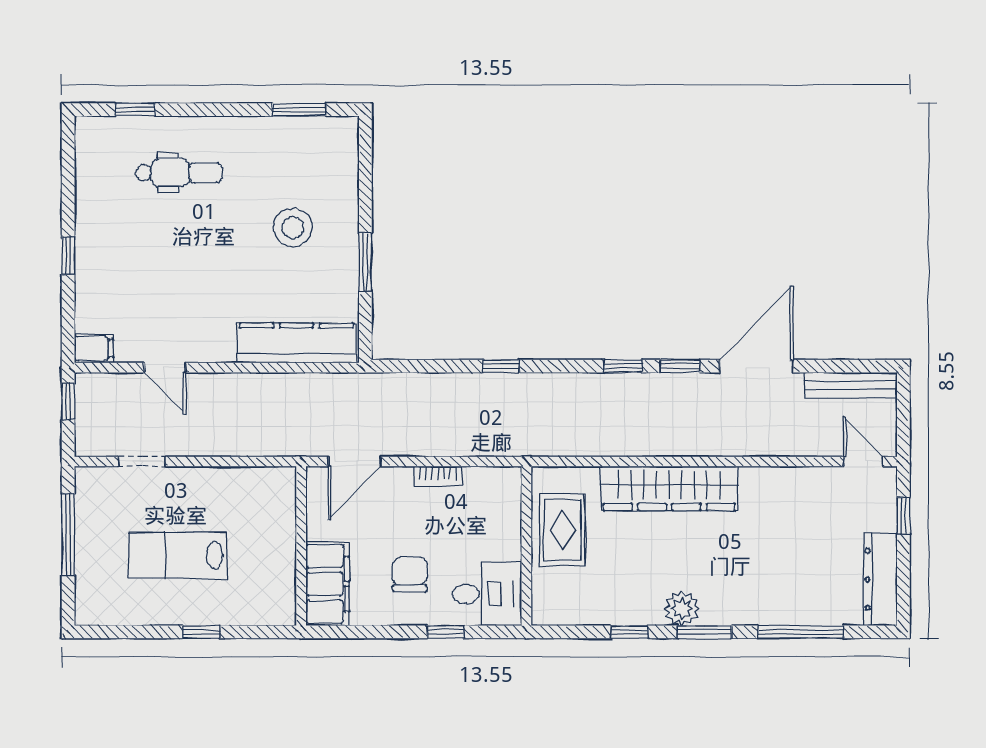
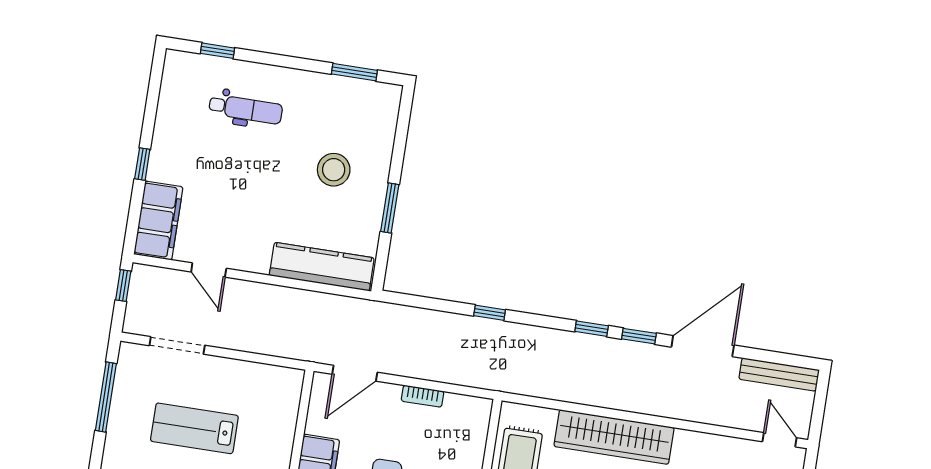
filing cabinet: (94, 348) -> (158, 221), width x3.00, depth x1.17
doorway: (142, 462) -> (177, 345), width x1.38

